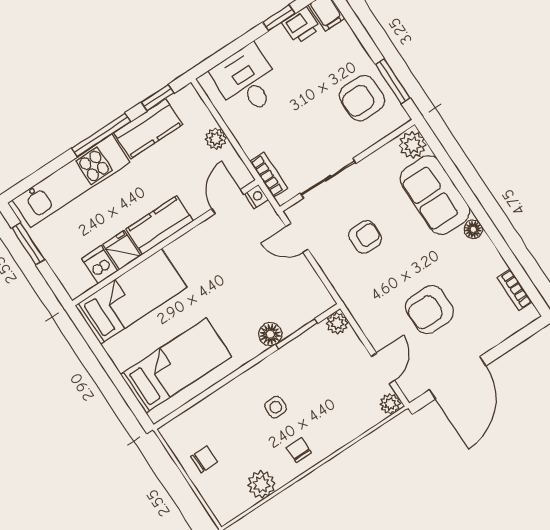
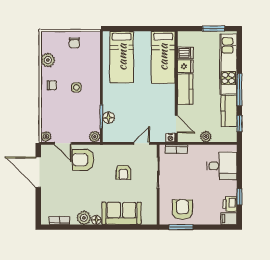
plant: (413, 145) -> (84, 218), moved
armchair: (429, 310) -> (83, 160), moved, turned -90
floor lamp: (270, 334) -> (109, 118), moved

